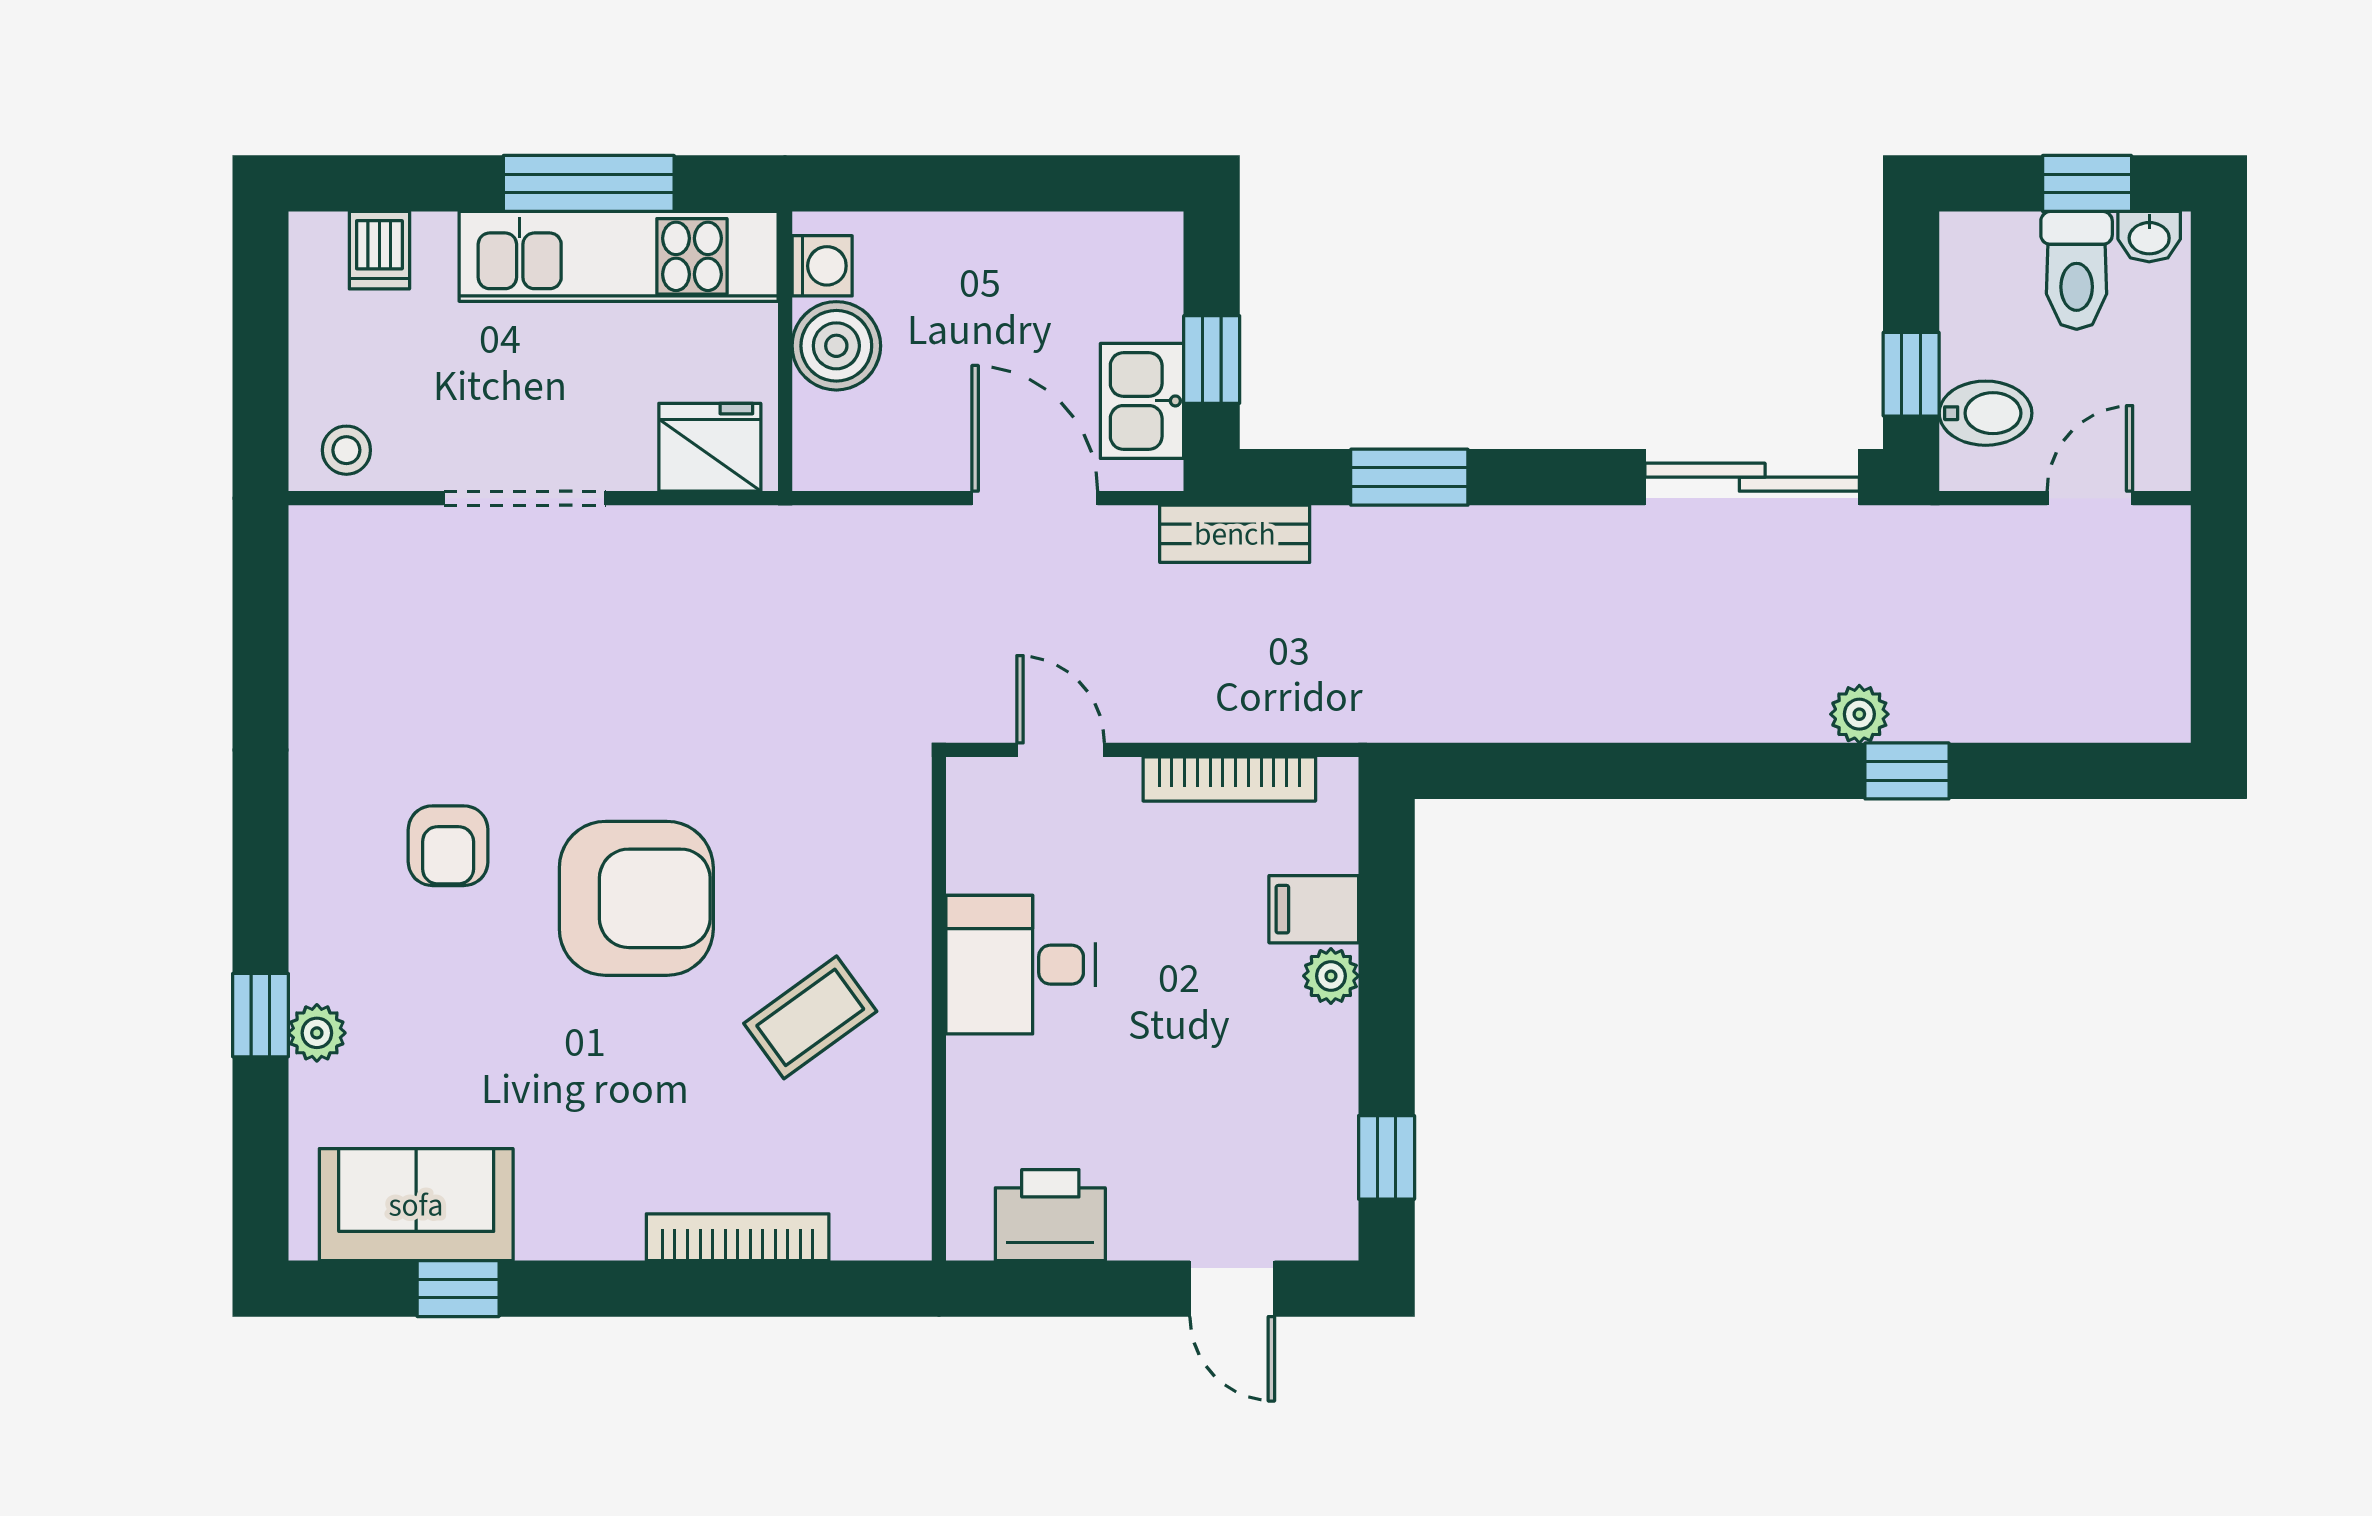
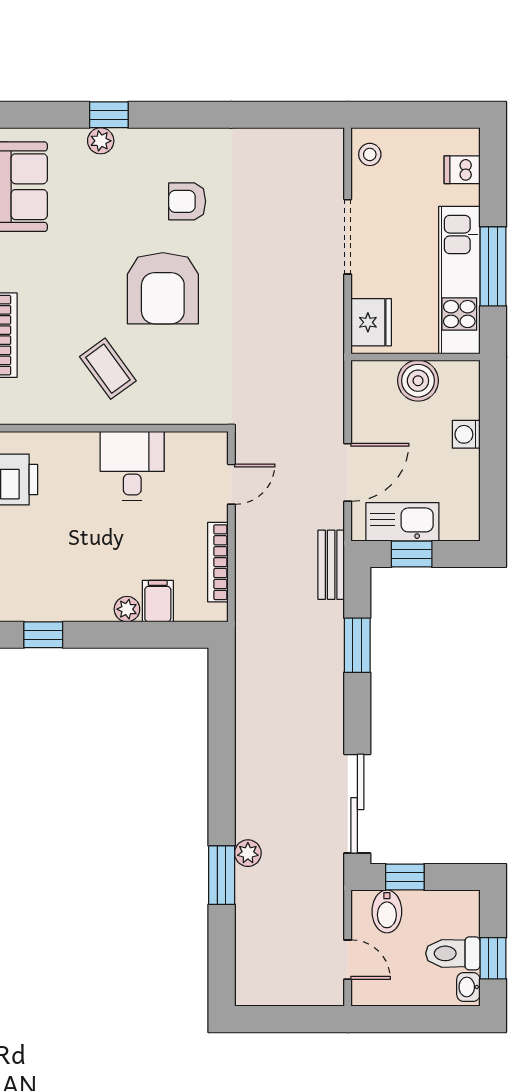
washing machine: (822, 266) -> (466, 434), moved, turned 90
kitchen sink: (1142, 401) -> (402, 522), width x1.38
window: (1907, 771) -> (222, 875), width x1.50

